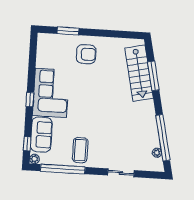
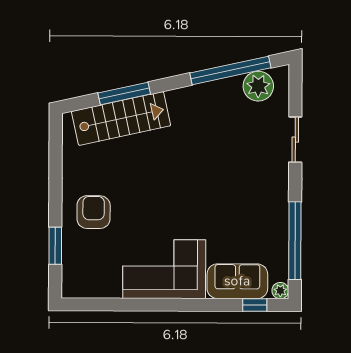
window: (30, 100) -> (178, 305), removed
coffee table: (80, 150) -> (260, 212), removed
plant: (157, 153) -> (258, 86), width x1.87, depth x1.87

